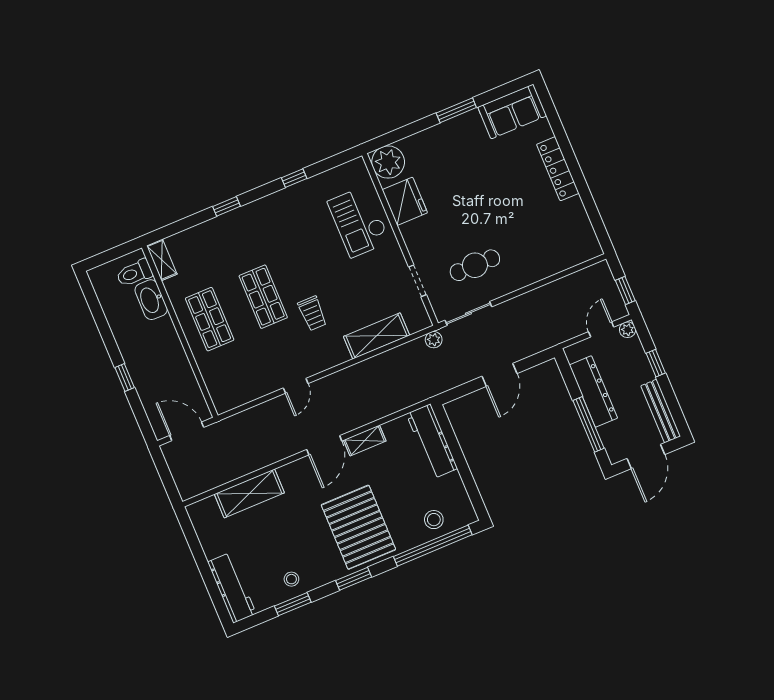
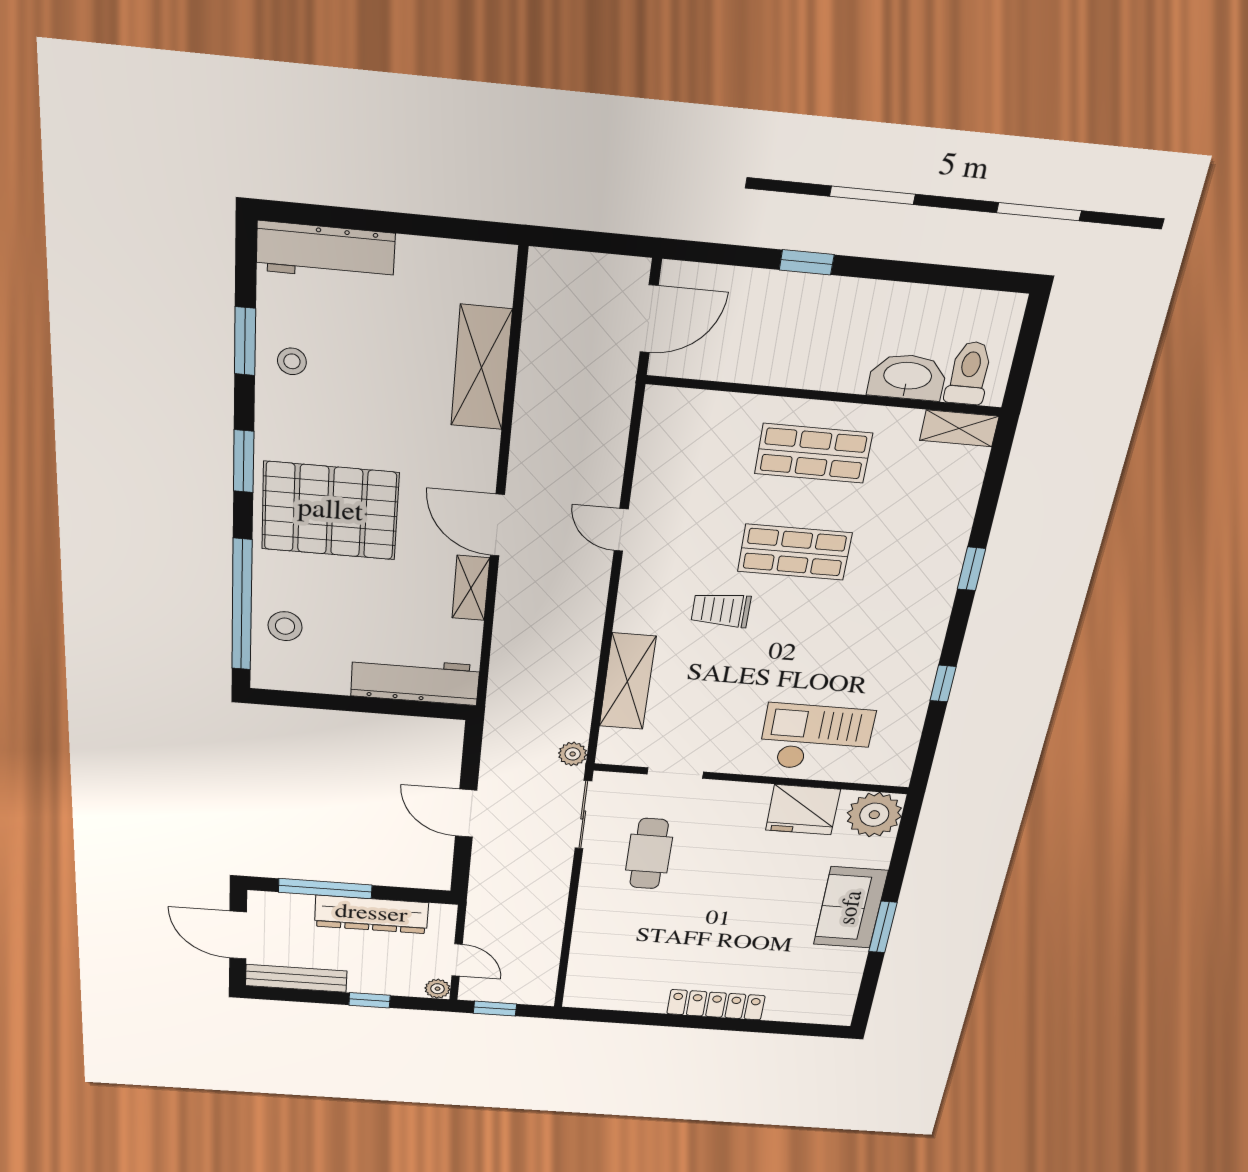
sofa: (512, 111) -> (851, 908), moved

